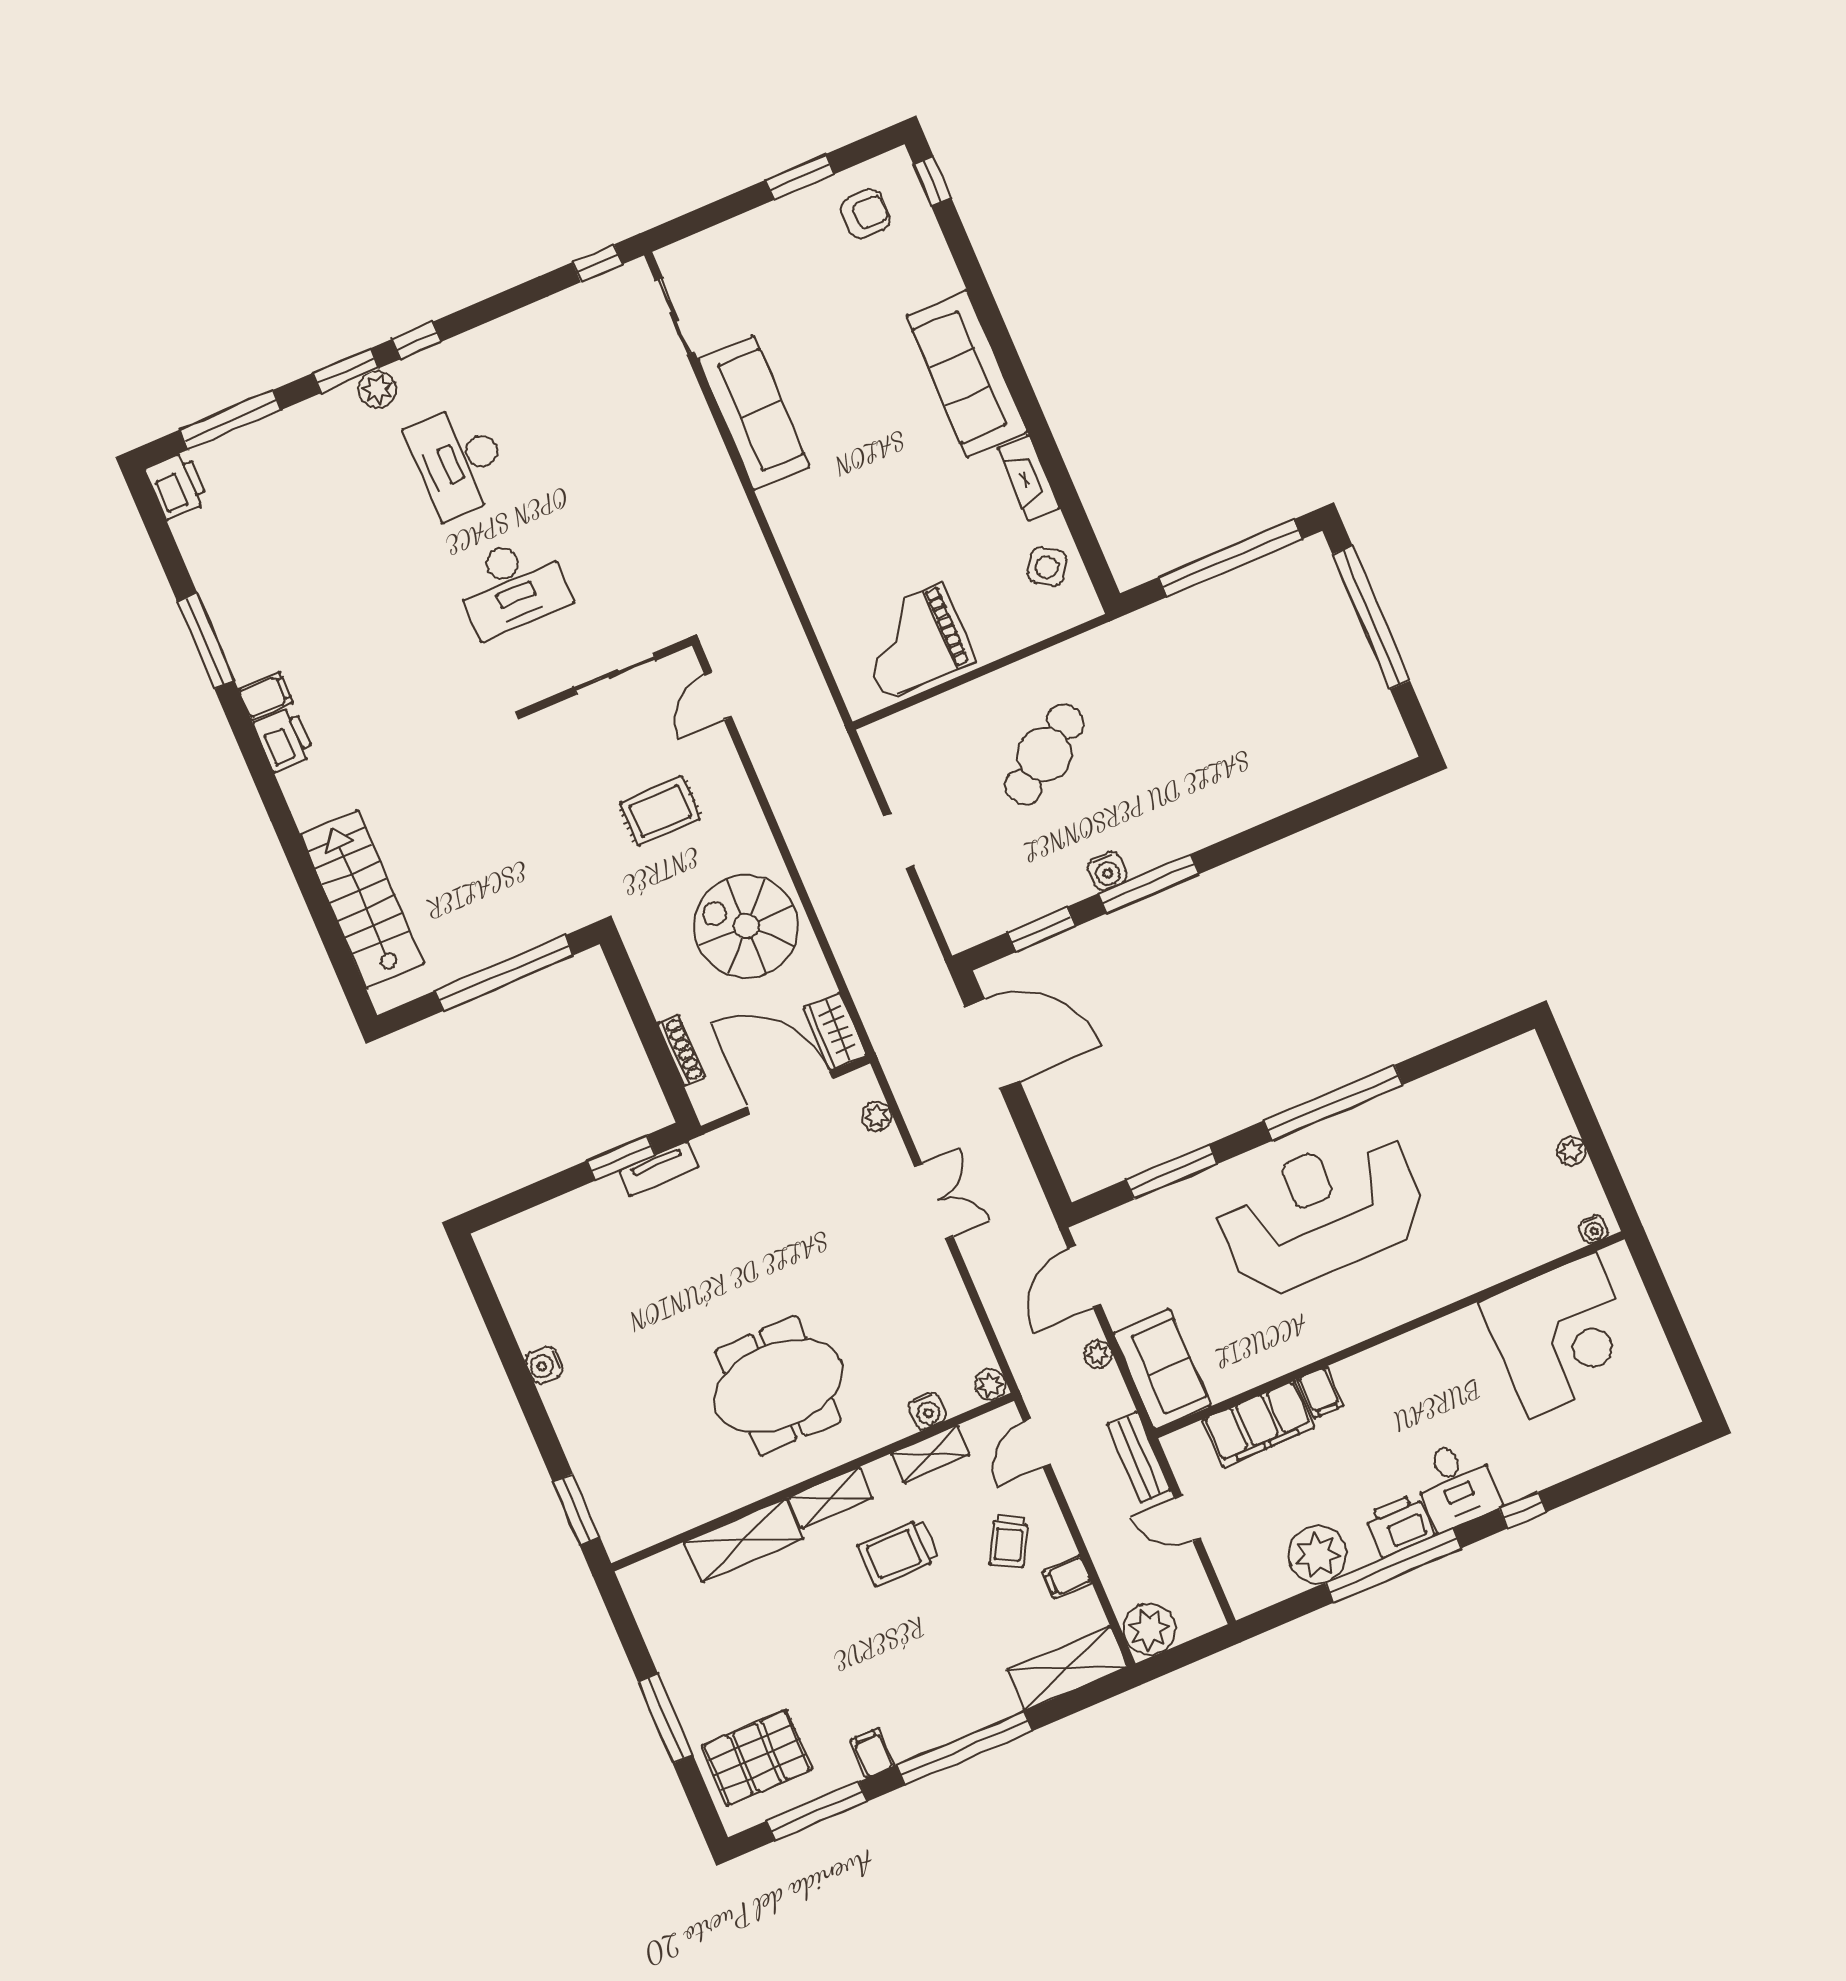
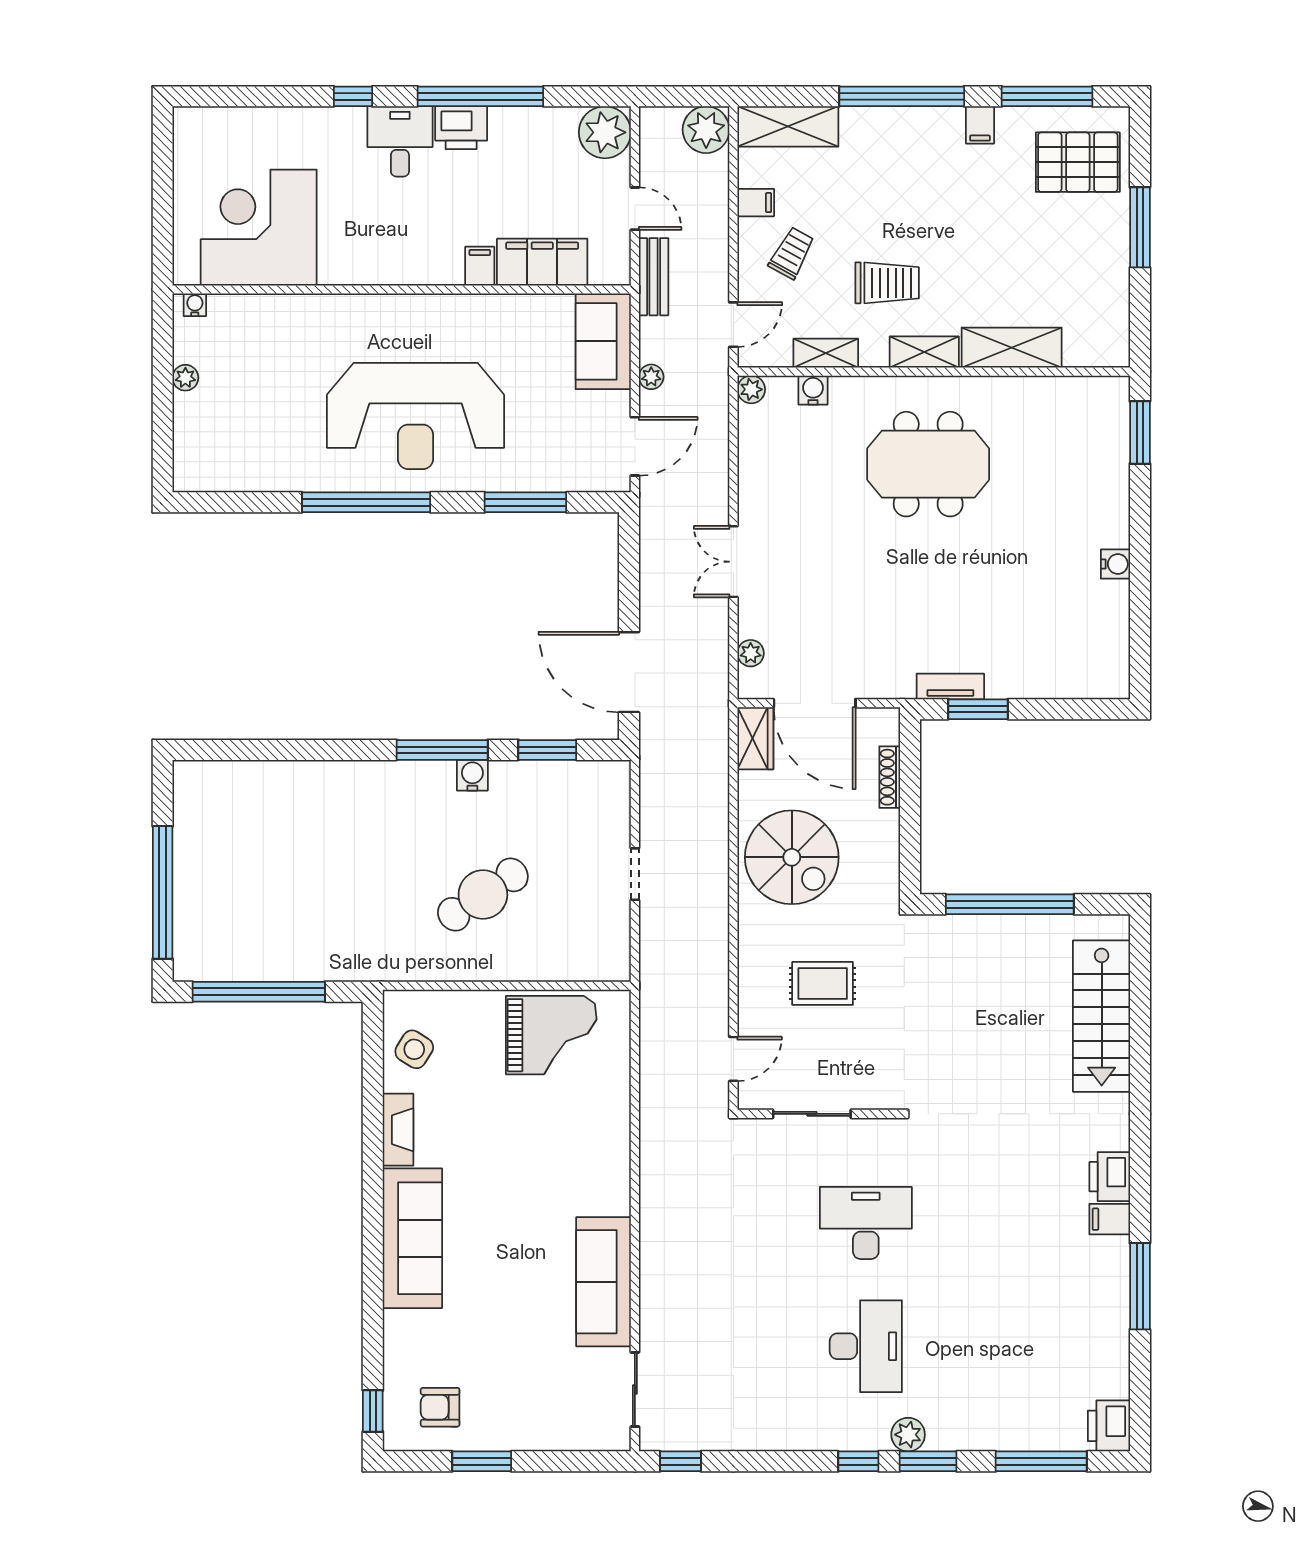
plant: (1317, 1555) -> (605, 132), moved

